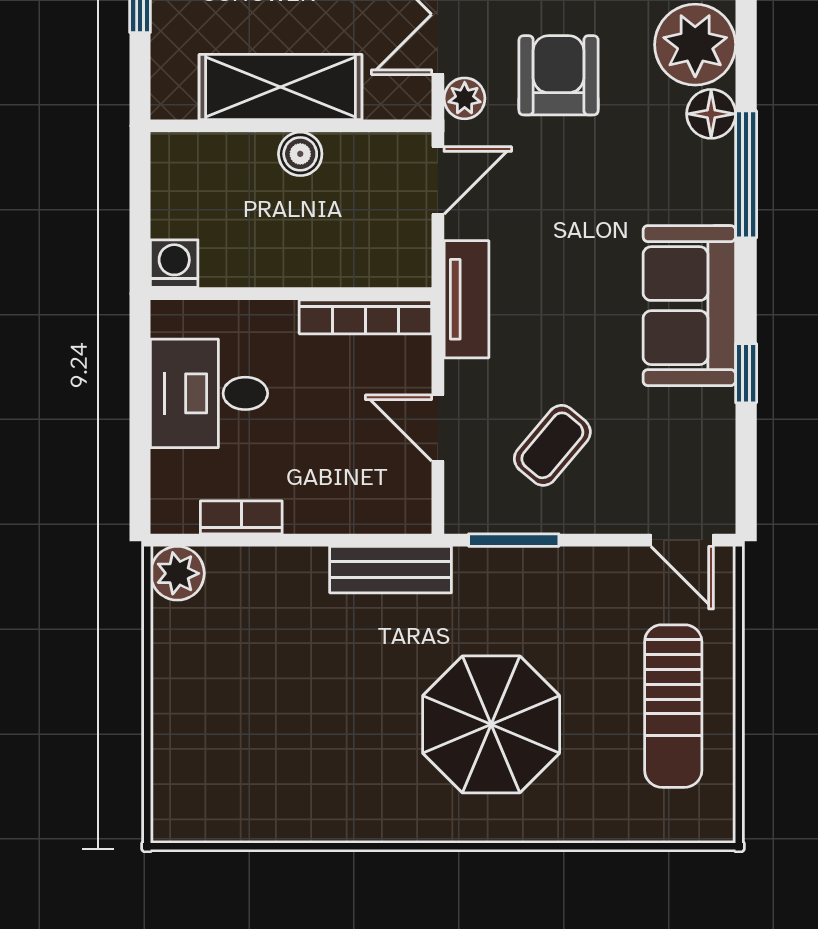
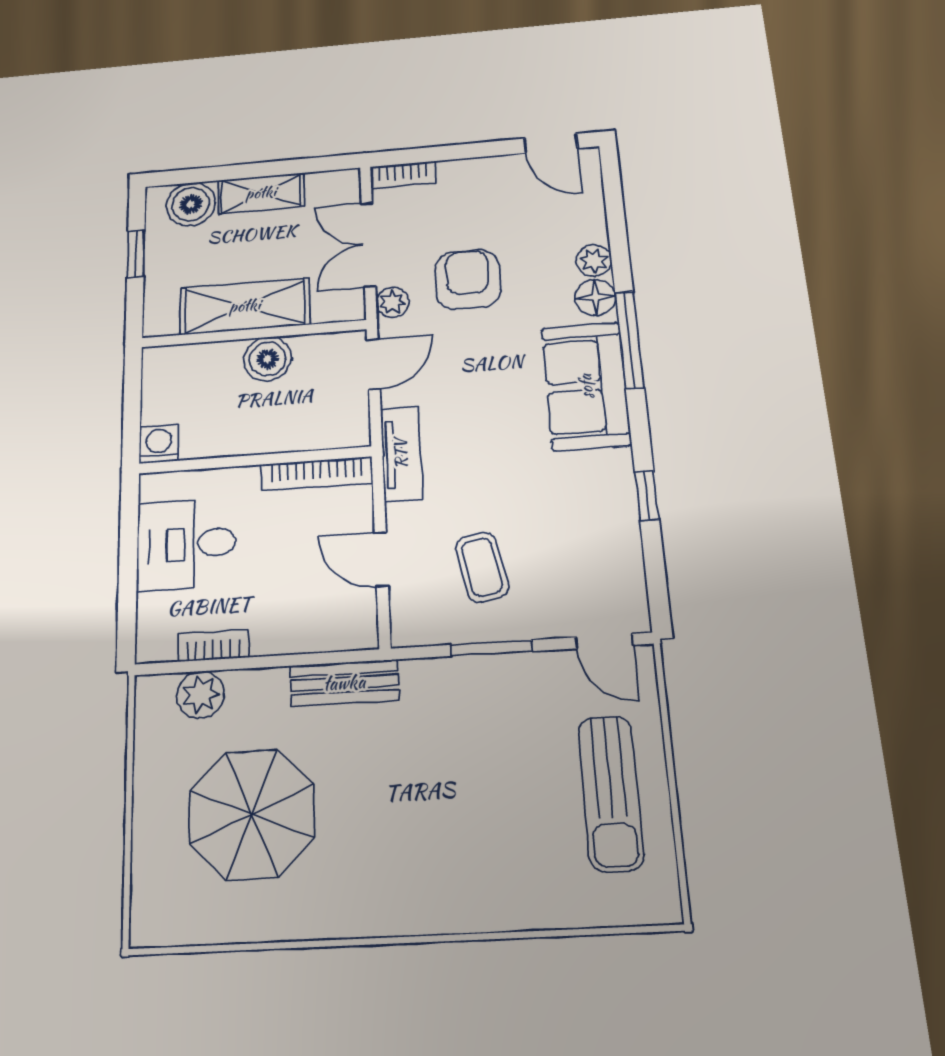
plant: (695, 45) -> (594, 260), width x0.53, depth x0.53
boiler: (300, 154) -> (267, 359), width x1.36, depth x1.36
sofa: (689, 306) -> (586, 386), moved
coffee table: (552, 445) -> (482, 567), turned -51
window: (514, 540) -> (492, 648), moved
plant: (177, 573) -> (200, 695), moved
parasol: (491, 724) -> (252, 814), moved

